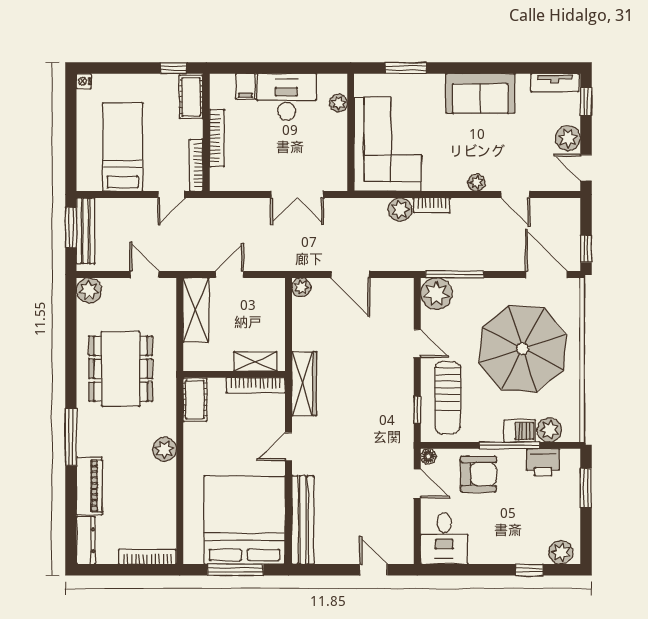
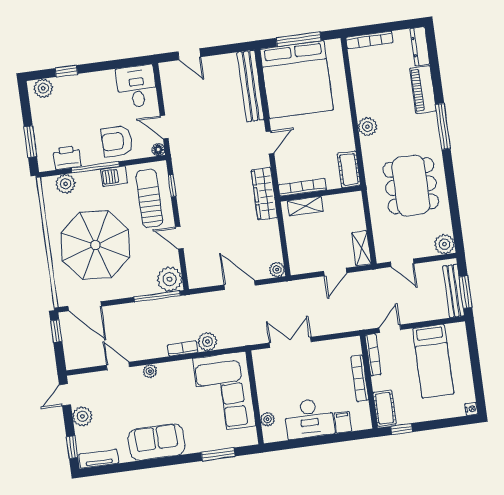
door: (586, 168) -> (65, 395), swing flipped
shelving: (196, 310) -> (362, 248), width x0.67, depth x0.75
barbecue: (520, 431) -> (114, 176), moved

